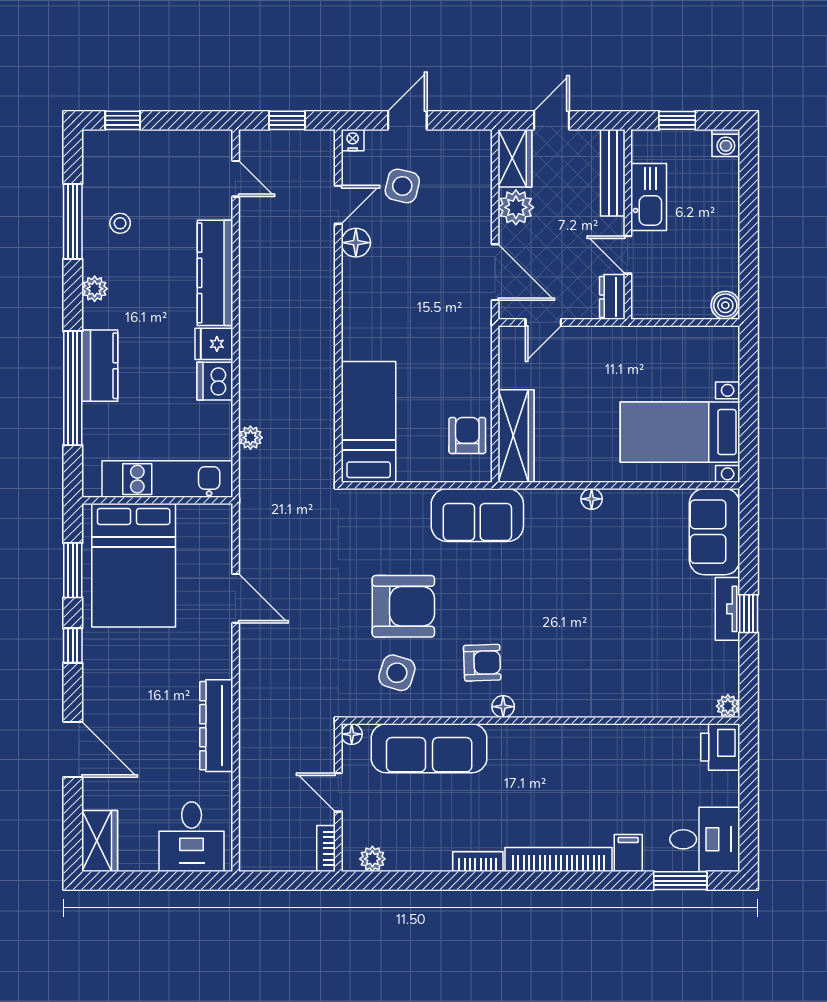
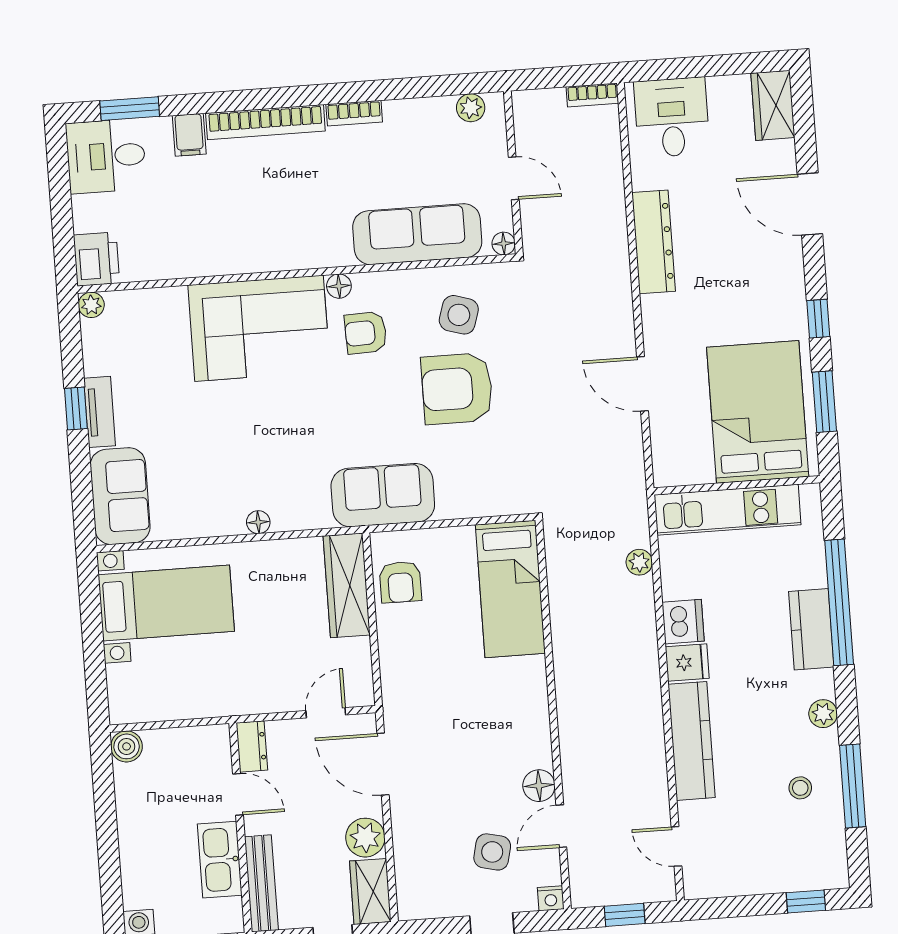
corner sofa: (578, 674) -> (259, 328), added
bookcase: (326, 848) -> (592, 95), moved, turned 90

